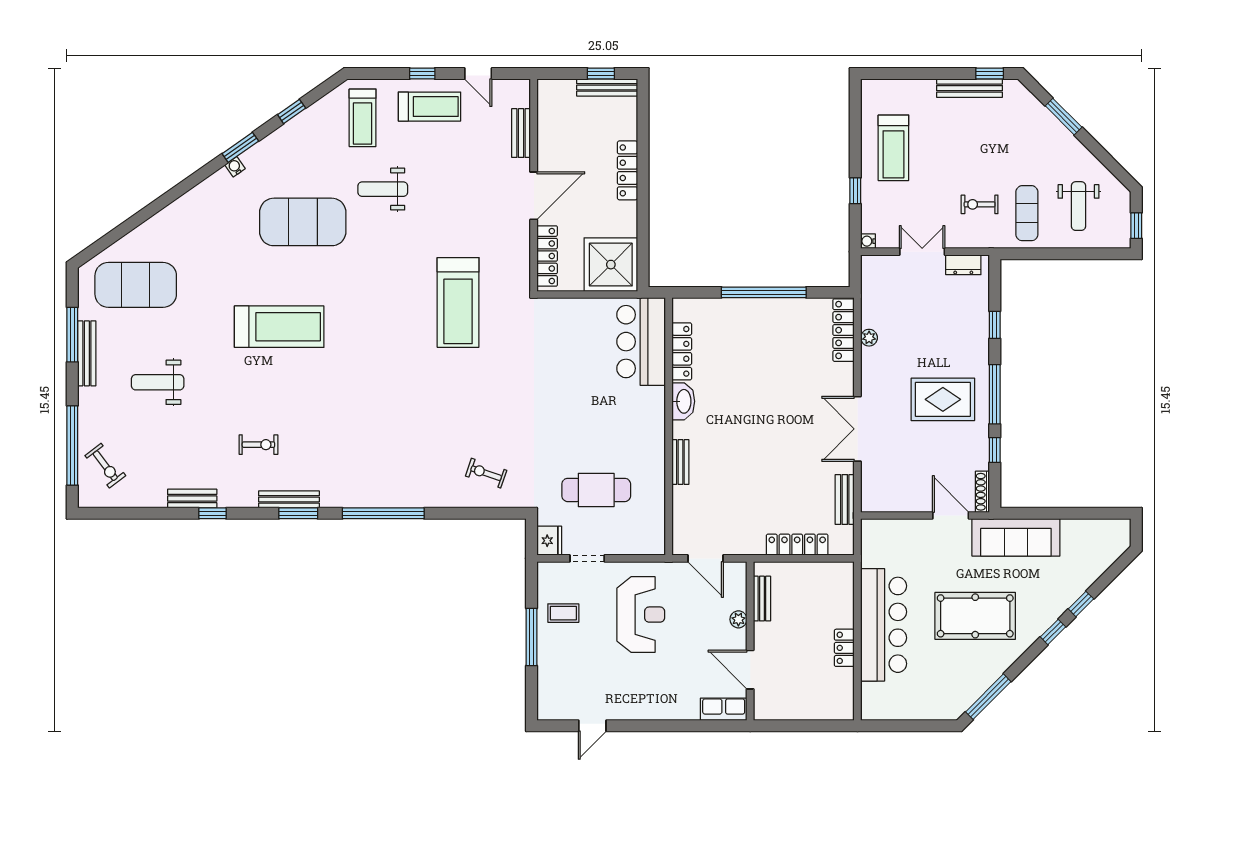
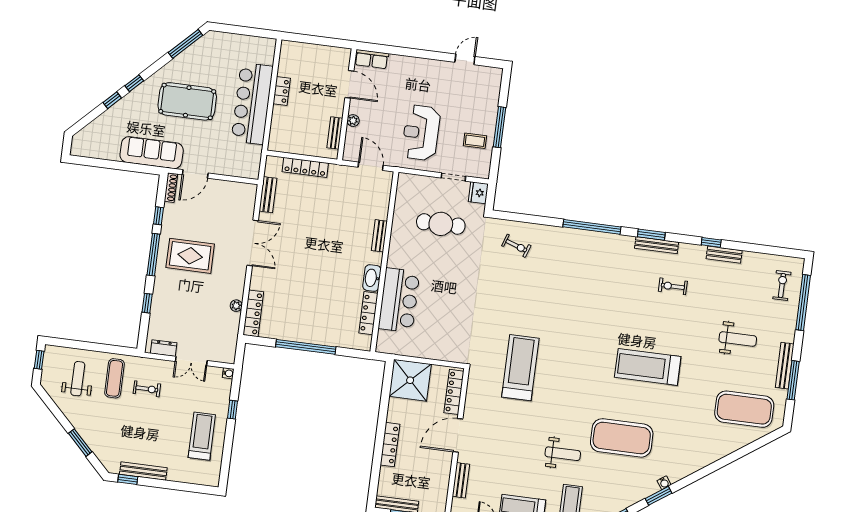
bar counter: (641, 342) -> (399, 300), moved
exercise bike: (105, 466) -> (782, 286), turned 37
door: (951, 515) -> (195, 174), hinge flipped

